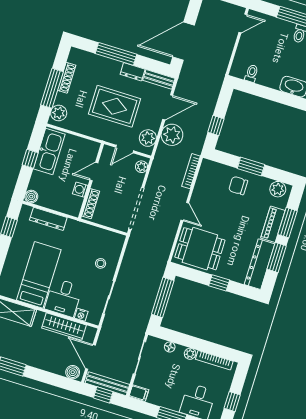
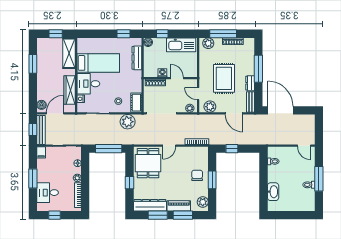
plant: (172, 135) -> (128, 122), moved
window: (30, 159) -> (162, 34), moved
cot: (110, 239) -> (136, 103), added

